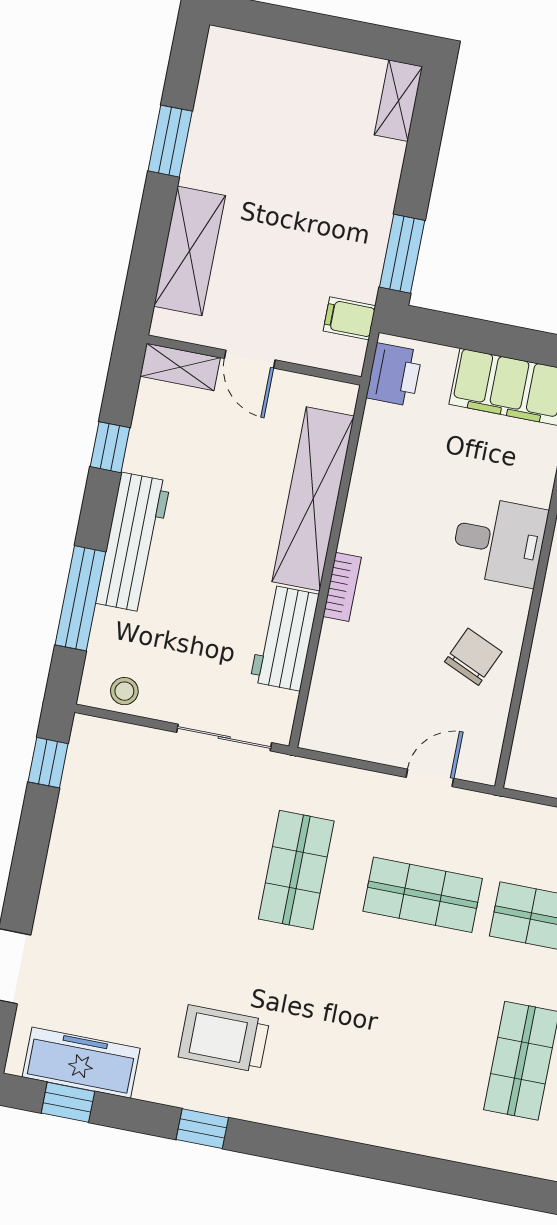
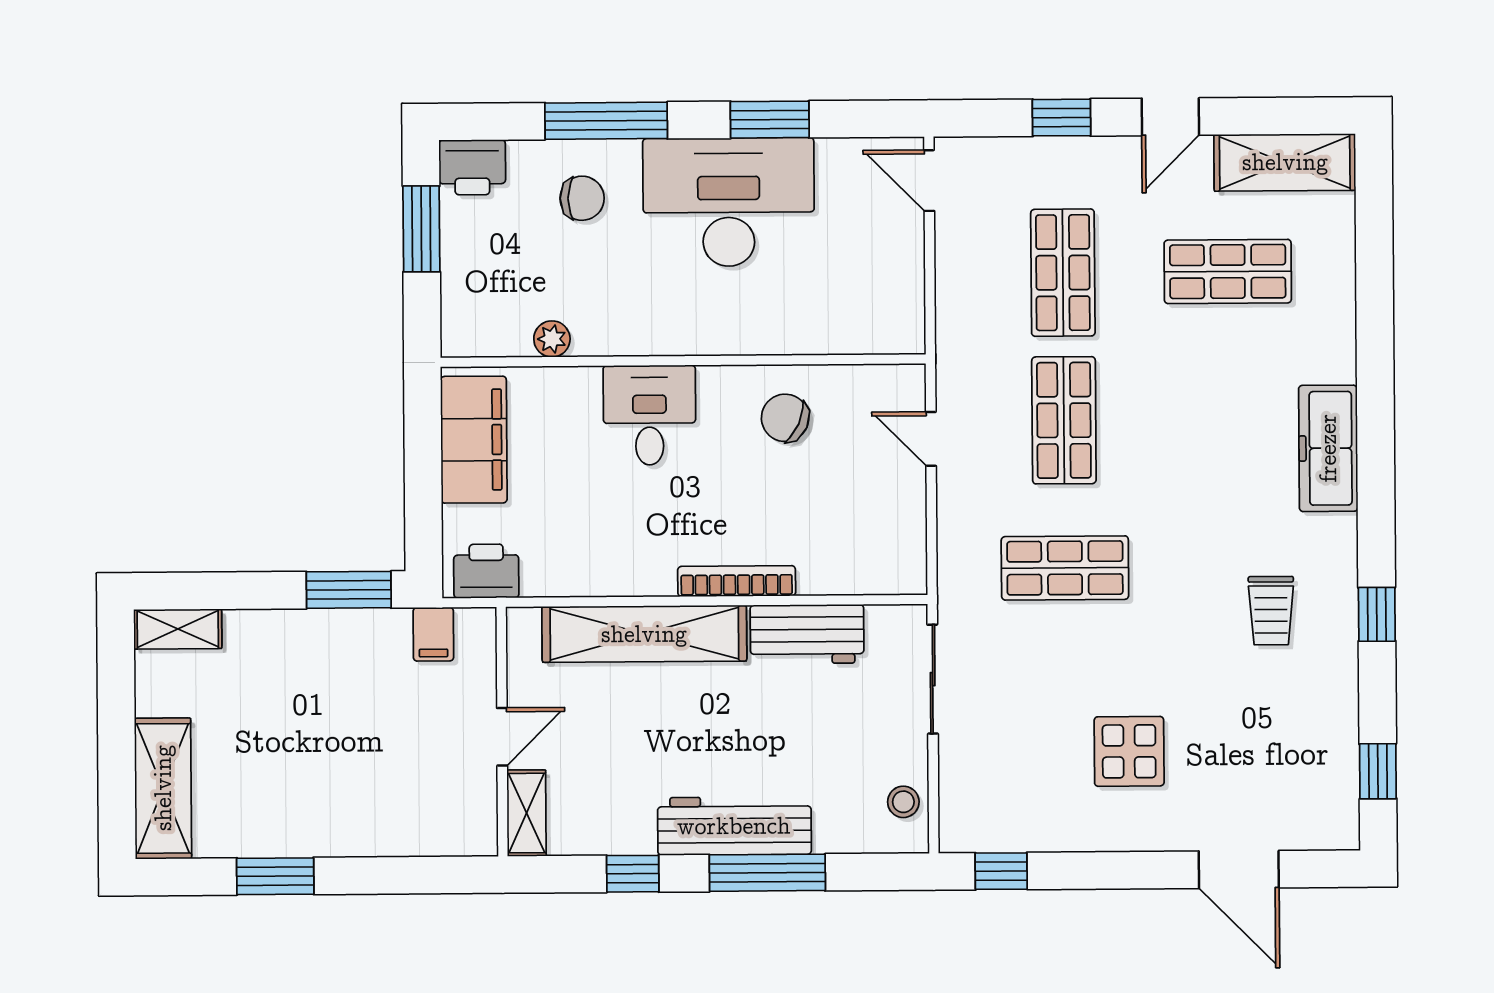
shelving: (190, 251) -> (163, 788), moved, turned 90
bookcase: (342, 587) -> (737, 581), width x1.56
window: (80, 598) -> (767, 873), moved
display table: (128, 893) -> (1129, 751), added
trolley: (224, 1039) -> (1271, 611), width x0.73, depth x0.72
freezer: (81, 1063) -> (1328, 448), moved

